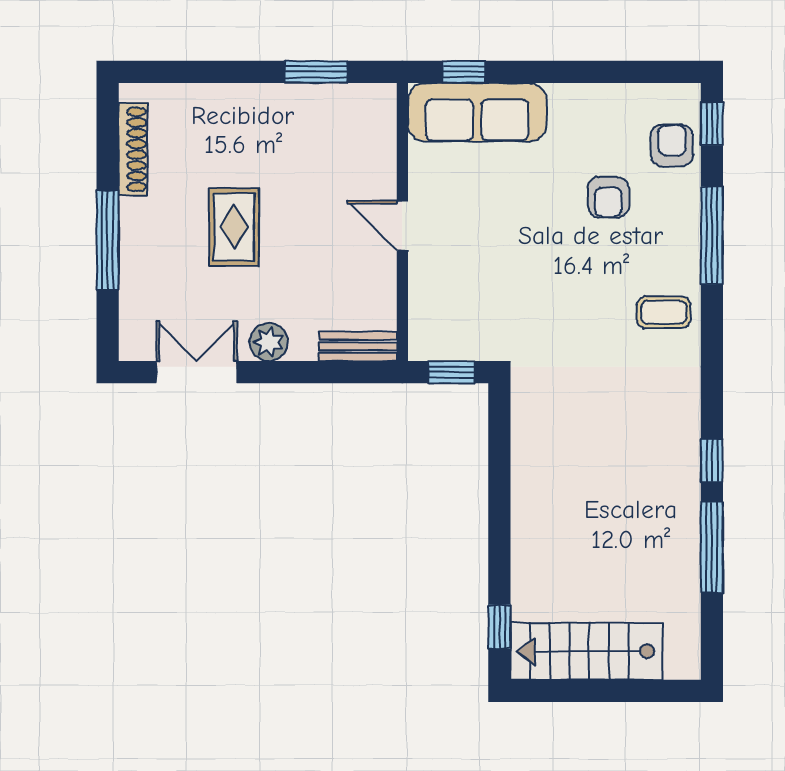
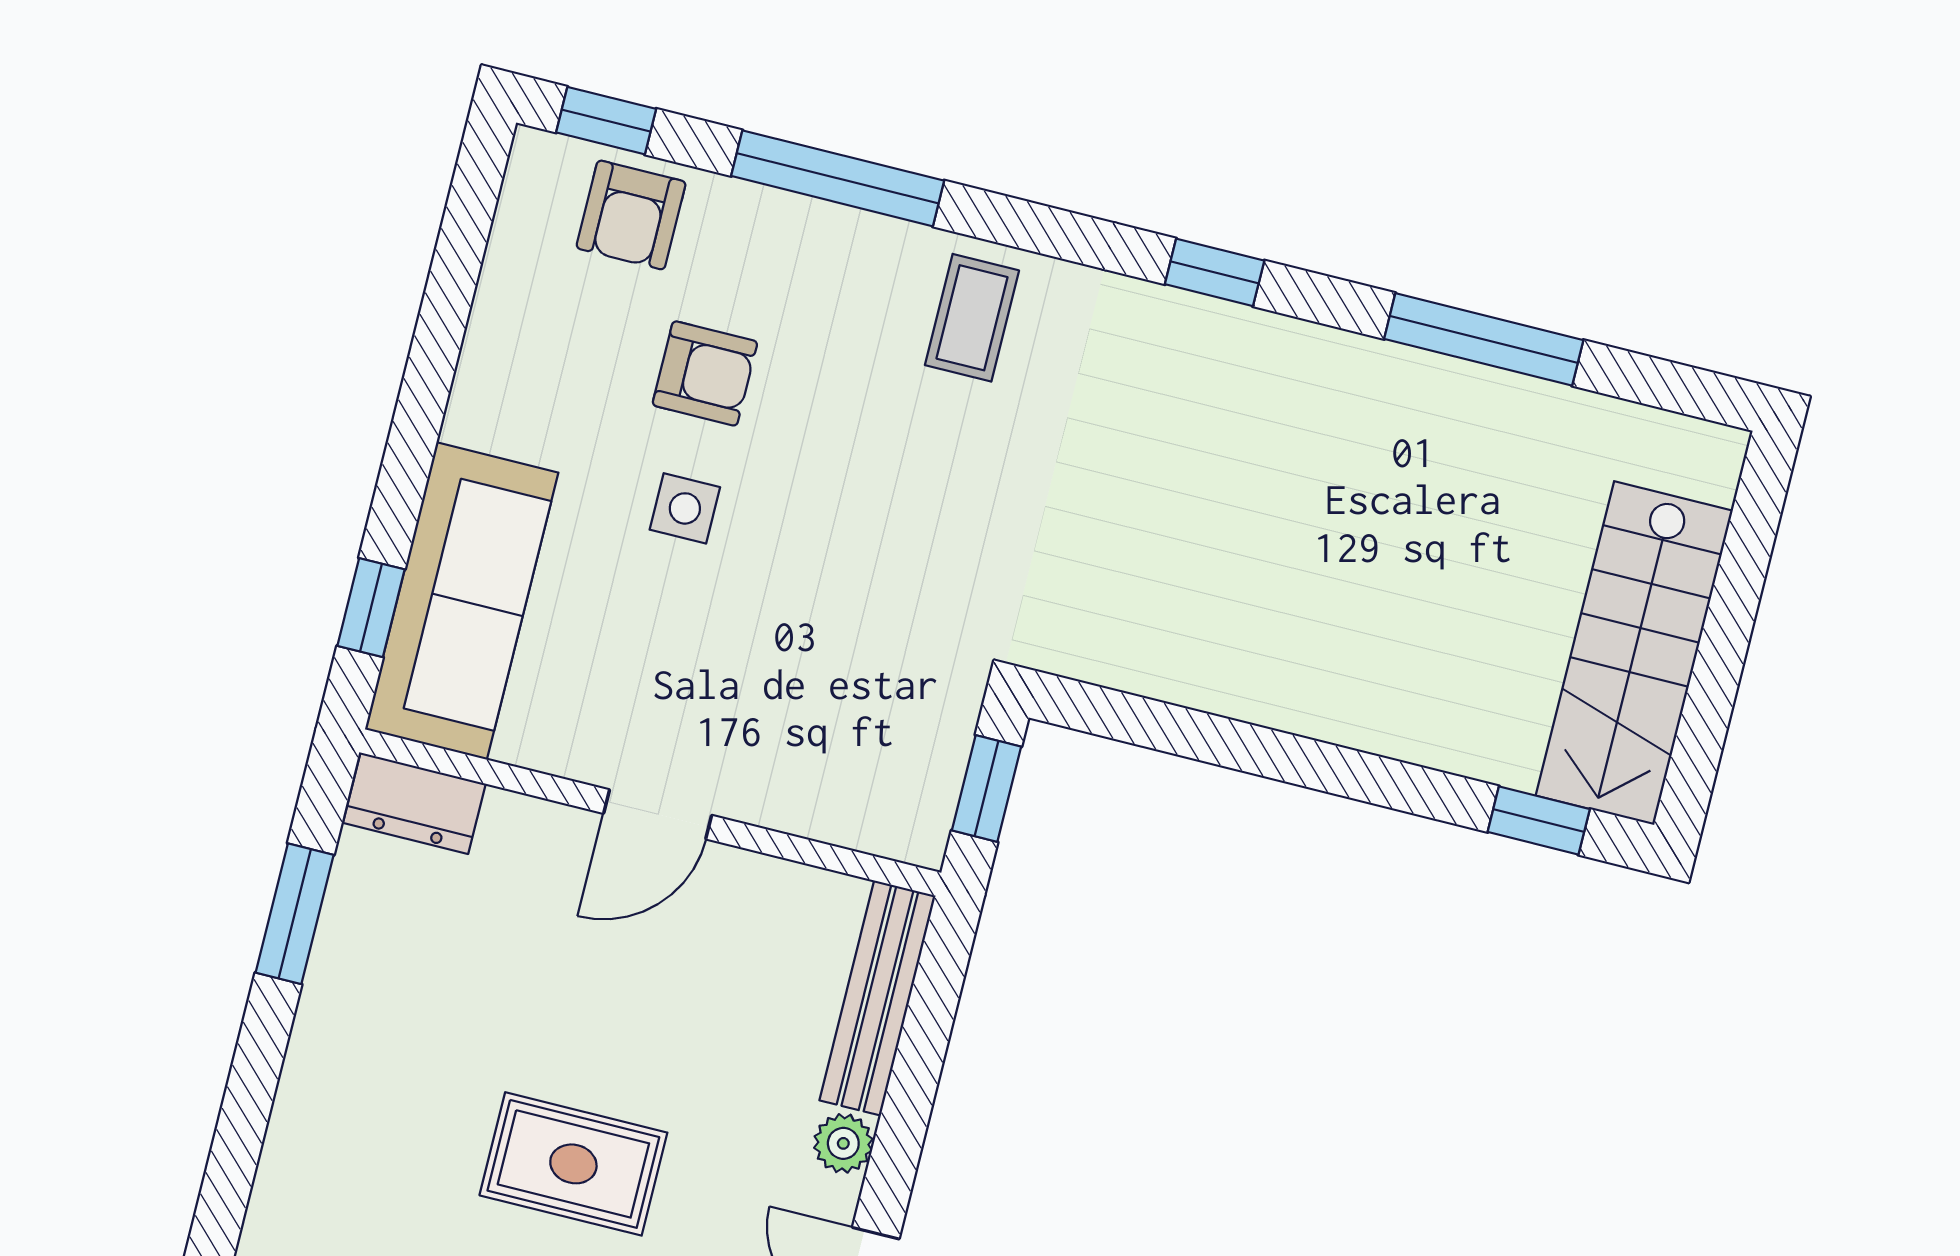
dresser: (380, 114) -> (414, 803), added
armchair: (672, 146) -> (631, 215), turned -90
side table: (545, 203) -> (685, 508), added
plant: (269, 342) -> (843, 1143), width x0.73, depth x0.73
bench: (358, 346) -> (877, 998), width x1.36
window: (712, 461) -> (1215, 272), moved

